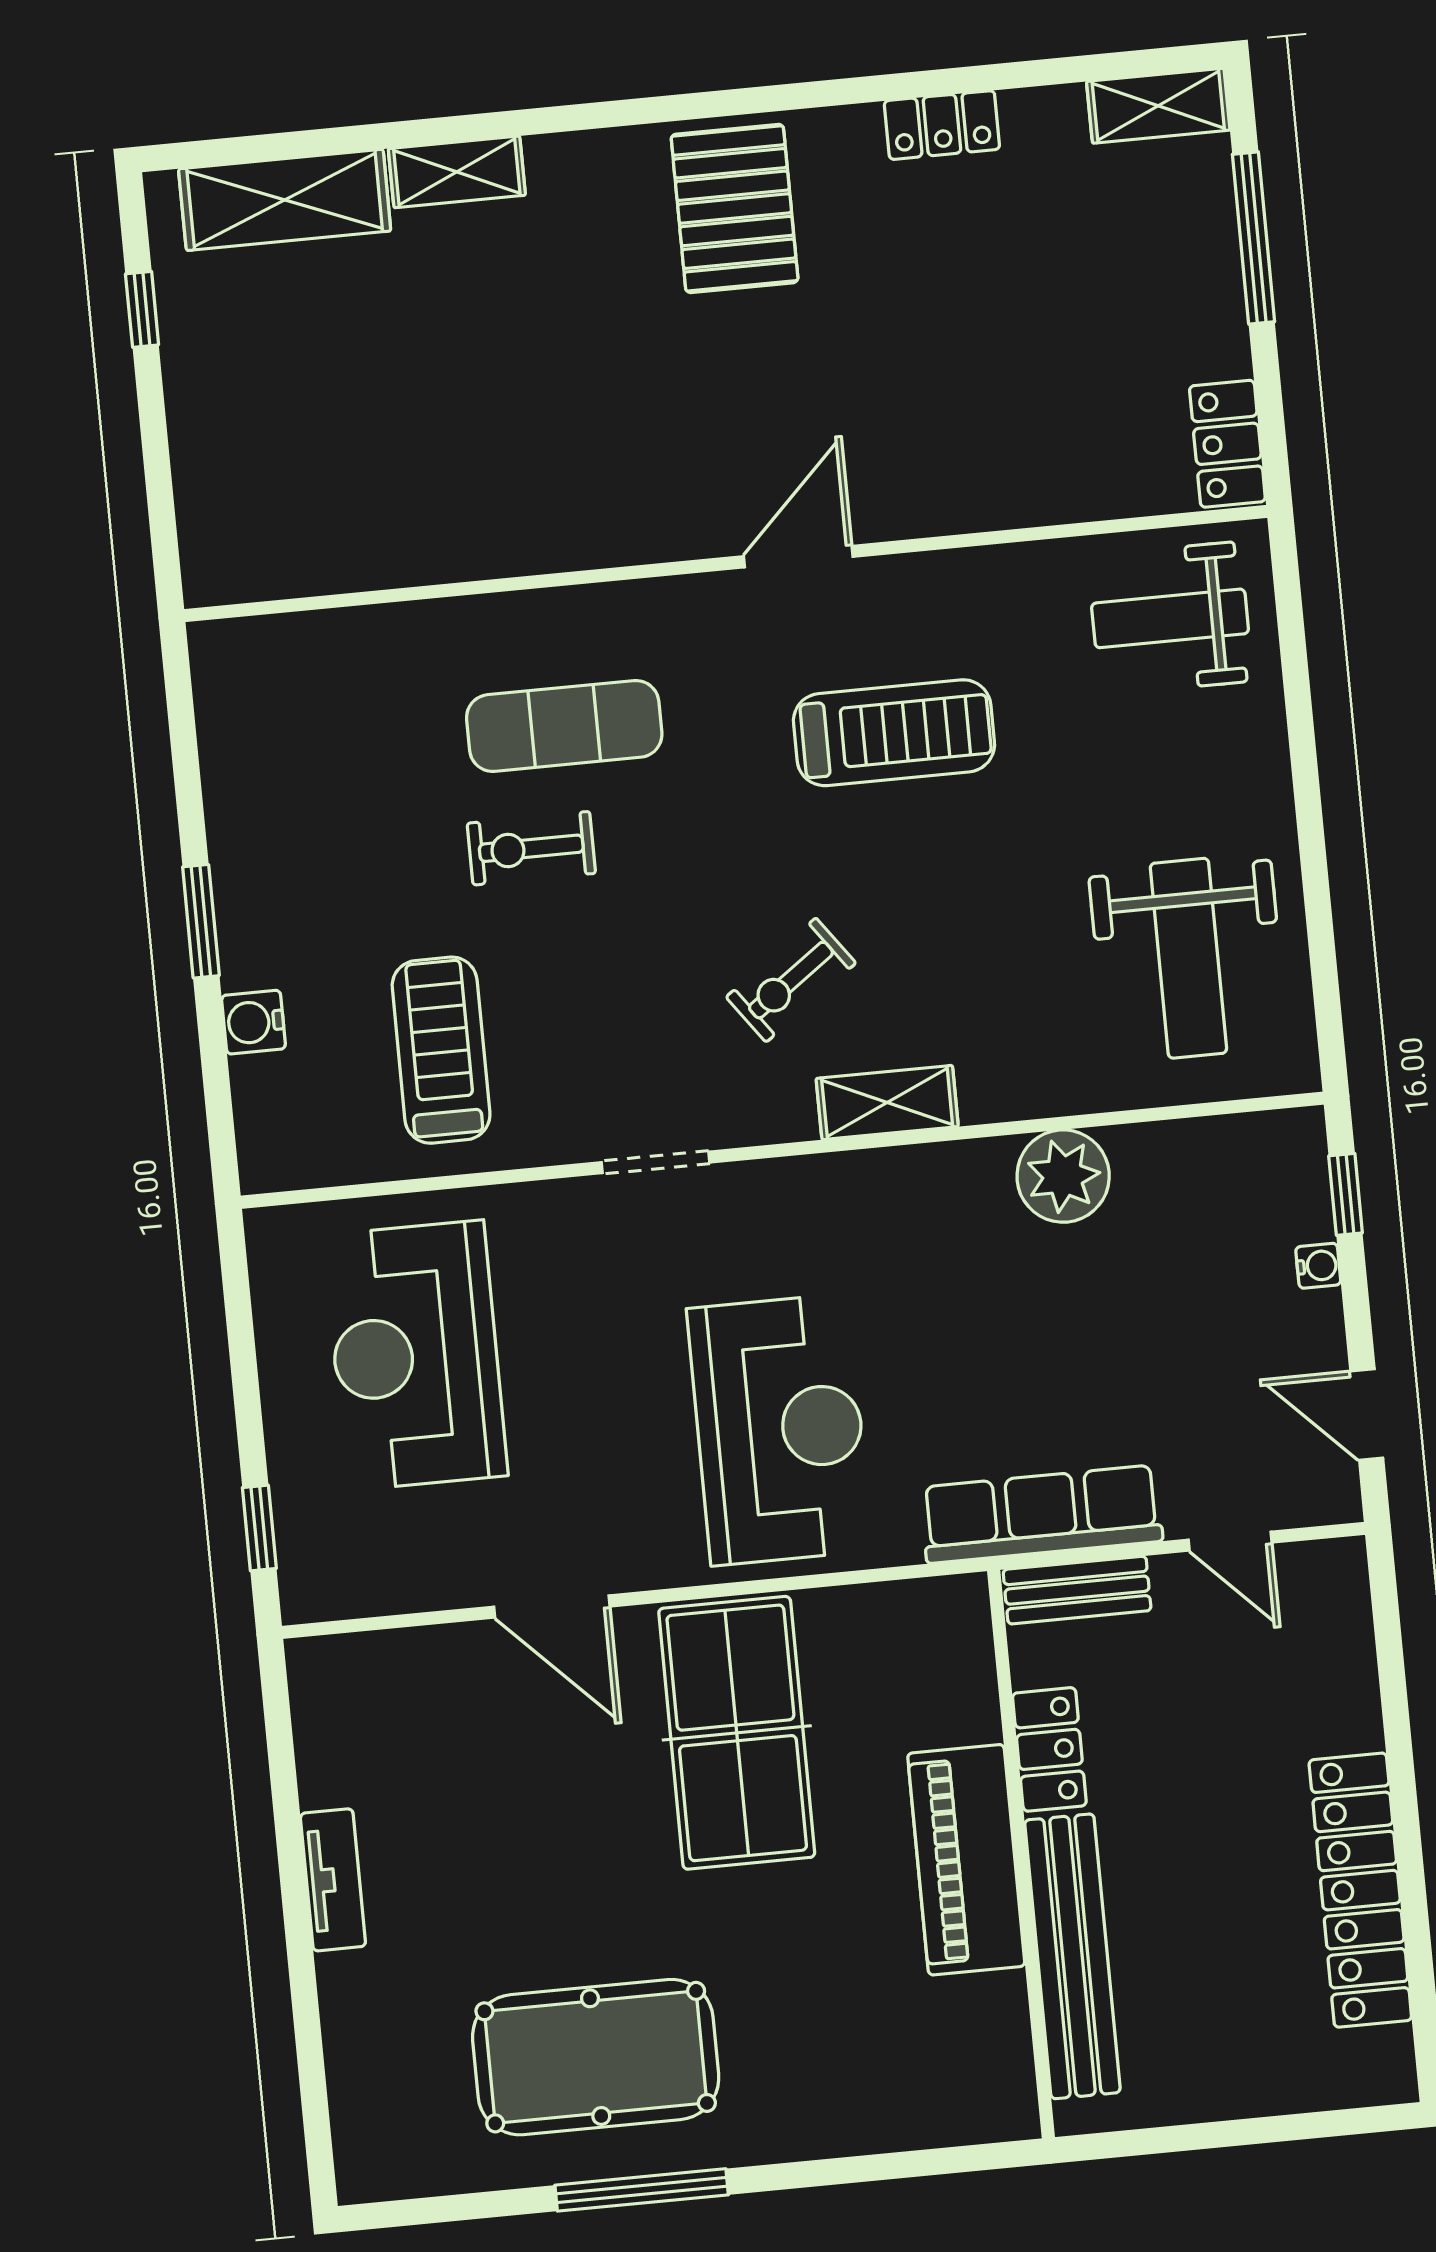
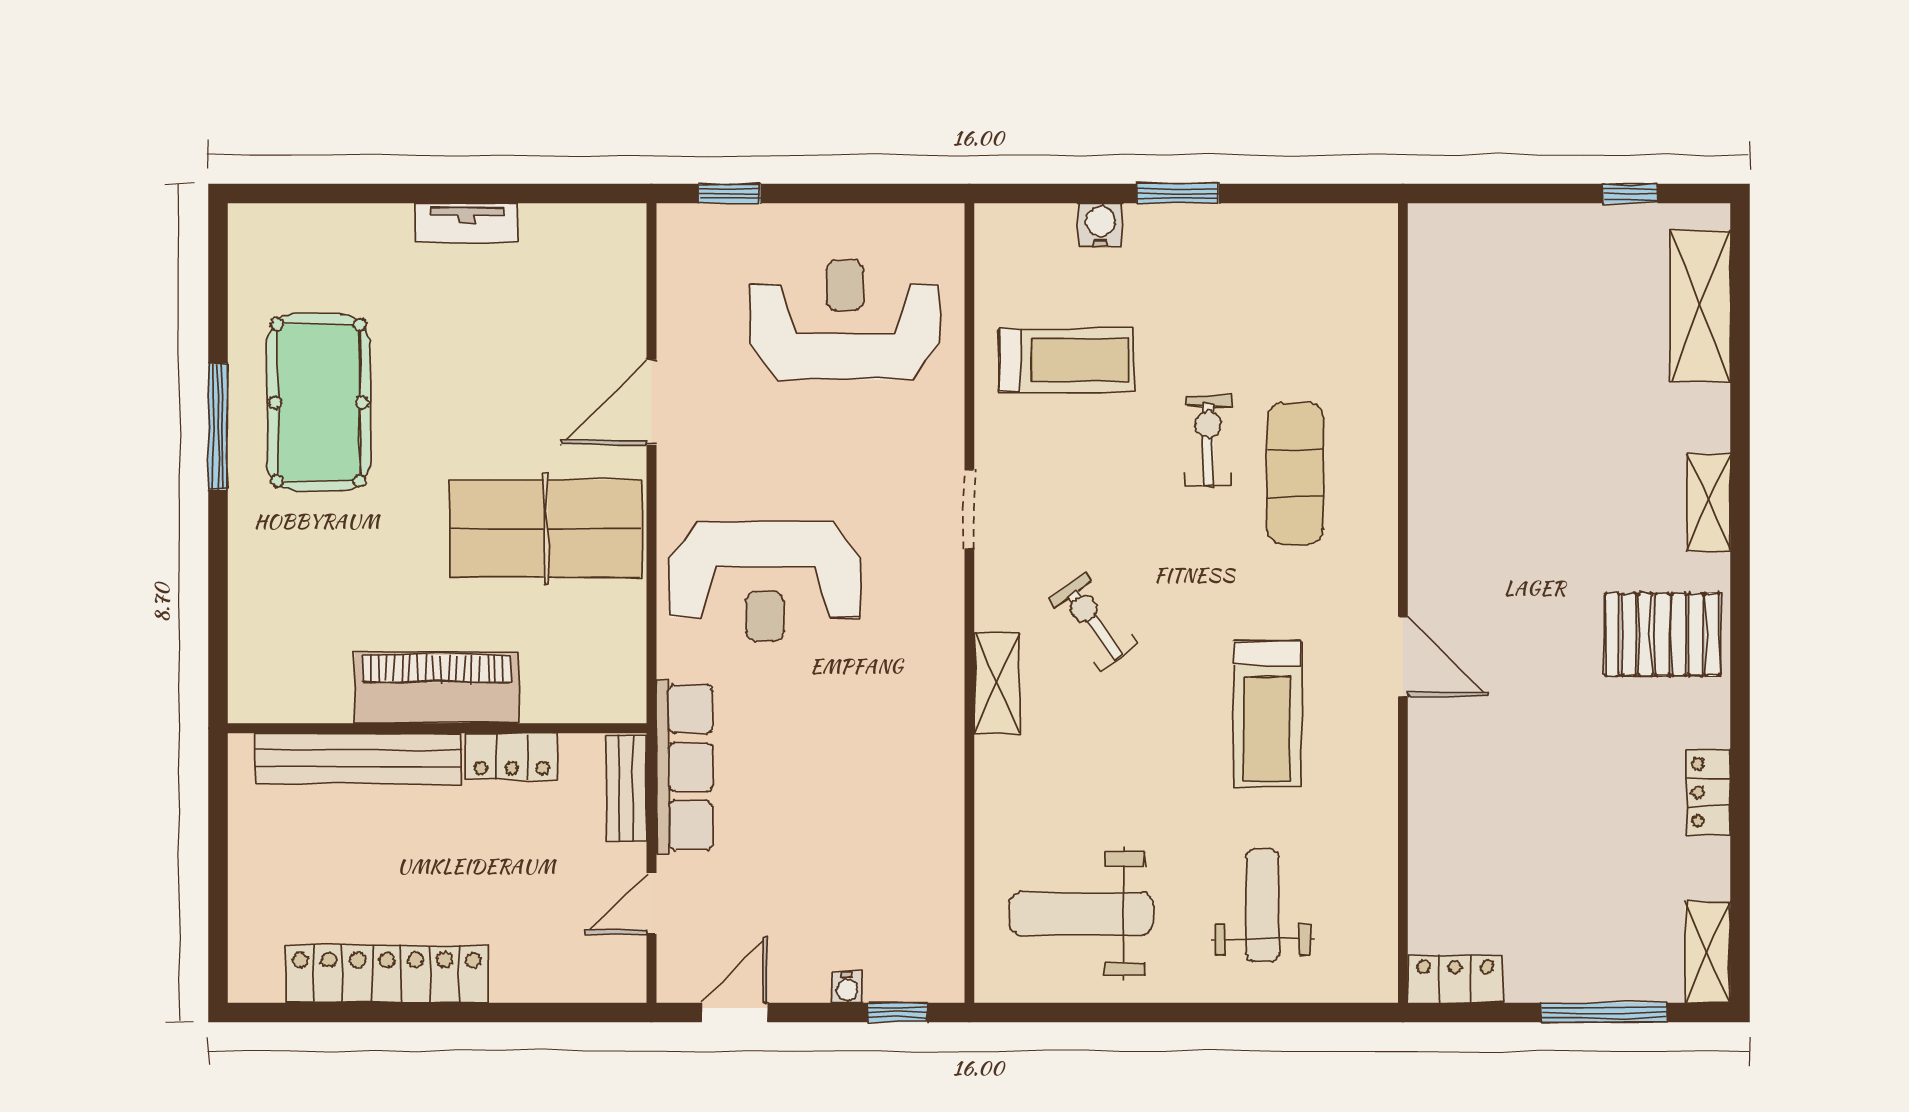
shelving: (457, 172) -> (1709, 502), moved
weight bench: (1170, 618) -> (1262, 905), moved
plant: (1063, 1176) -> (931, 807), removed

